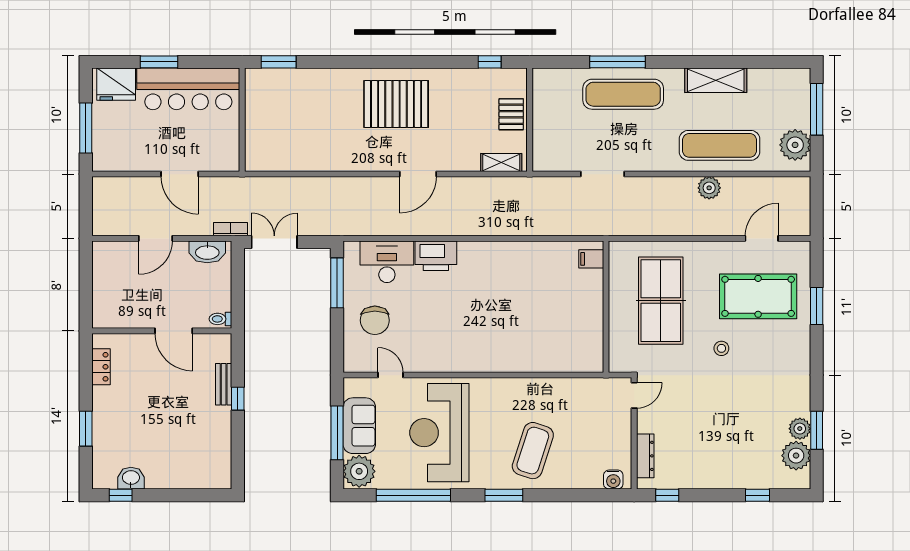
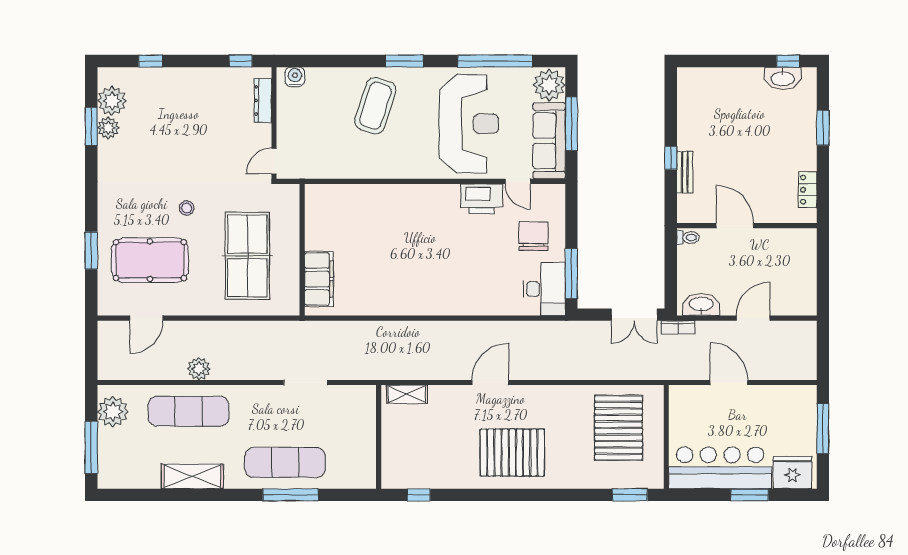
pallet: (511, 114) -> (619, 428), moved, width x2.05, depth x2.00
printer: (436, 256) -> (482, 199), moved, turned 180
filing cabinet: (591, 259) -> (319, 279), width x3.00, depth x1.17
desk: (387, 262) -> (544, 289), moved, turned -90
sofa: (359, 426) -> (549, 141), width x1.36
washbasin: (131, 478) -> (783, 78), width x1.38

